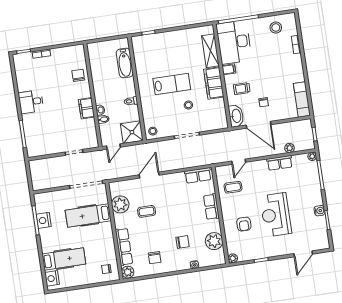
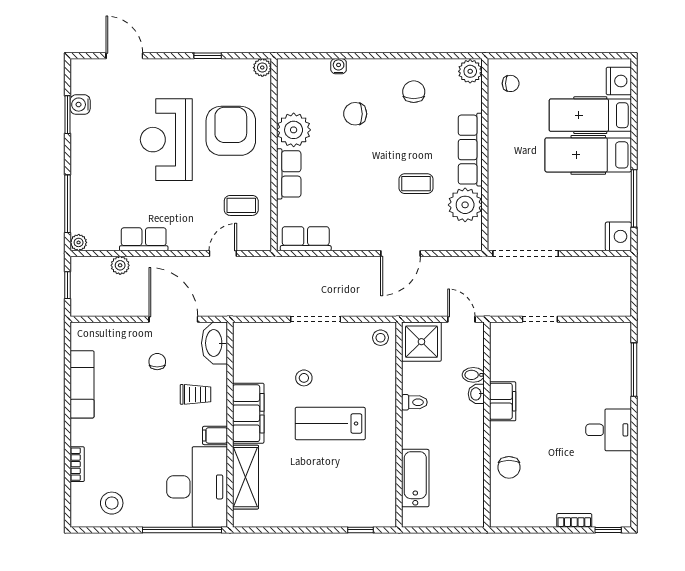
exam couch: (302, 100) -> (82, 384), moved
door: (113, 146) -> (461, 319), hinge flipped
water cooler: (319, 211) -> (80, 105), moved
hospital bed: (88, 215) -> (588, 155), moved, turned 180
reception desk: (276, 215) -> (166, 140), turned 180
nightstand: (44, 220) -> (618, 236), moved
armchair: (244, 224) -> (231, 131), width x1.88, depth x1.88
plant: (214, 241) -> (294, 130), moved
row of seats: (124, 247) -> (470, 150), moved
door: (303, 254) -> (124, 56), hinge flipped

